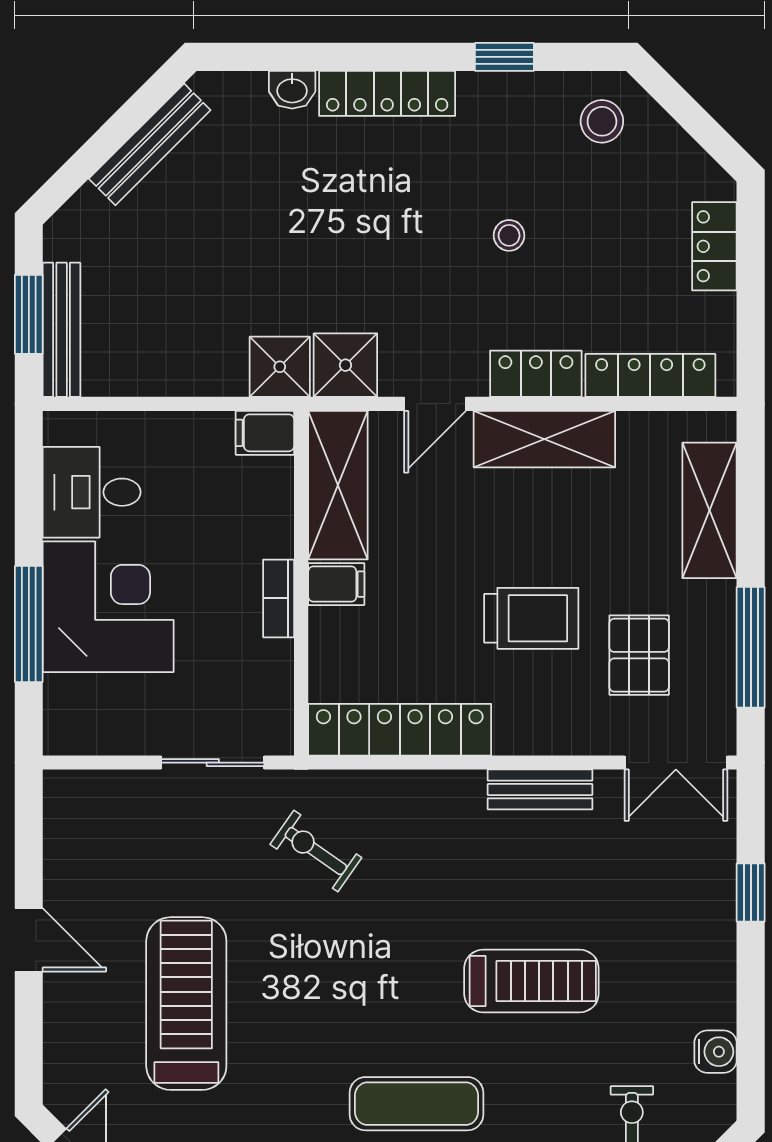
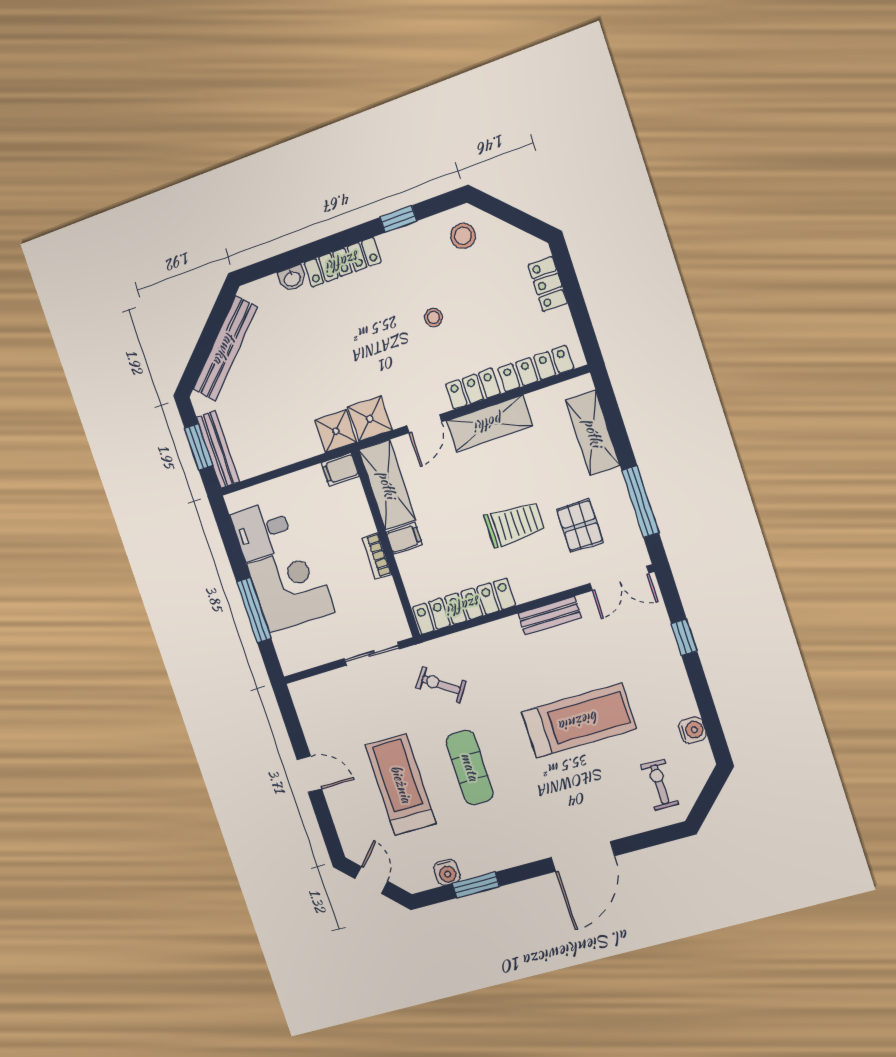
bench: (150, 144) -> (225, 348), width x1.37, depth x1.21
treadmill: (531, 981) -> (579, 721), width x1.37, depth x1.38
exercise mat: (417, 1104) -> (470, 767), moved, turned 90

